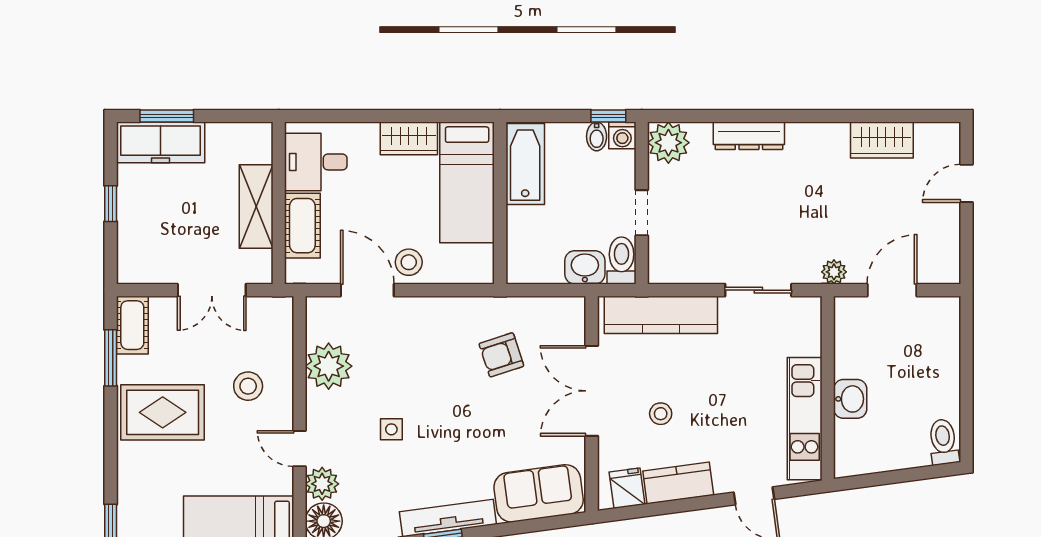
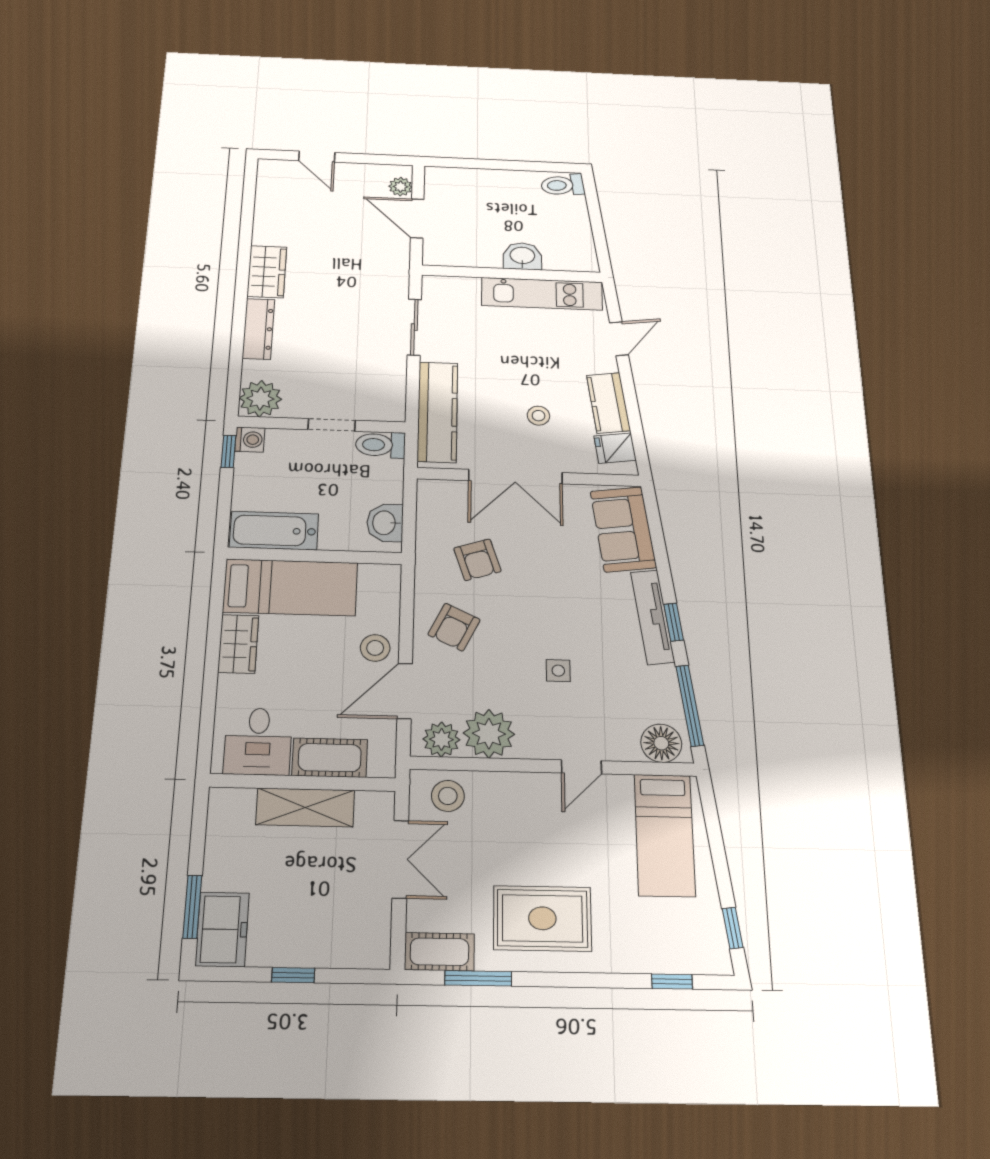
bidet: (597, 136) -> (249, 463), removed
wardrobe: (882, 140) -> (267, 272), moved
freezer: (161, 142) -> (222, 929), width x0.71
washbasin: (585, 267) -> (385, 523), moved
plant: (834, 272) -> (401, 187), moved
armchair: (432, 334) -> (454, 627), added
stool: (248, 386) -> (448, 796), moved
rug: (163, 412) -> (542, 918), turned 90
plant: (322, 484) -> (441, 739), moved

